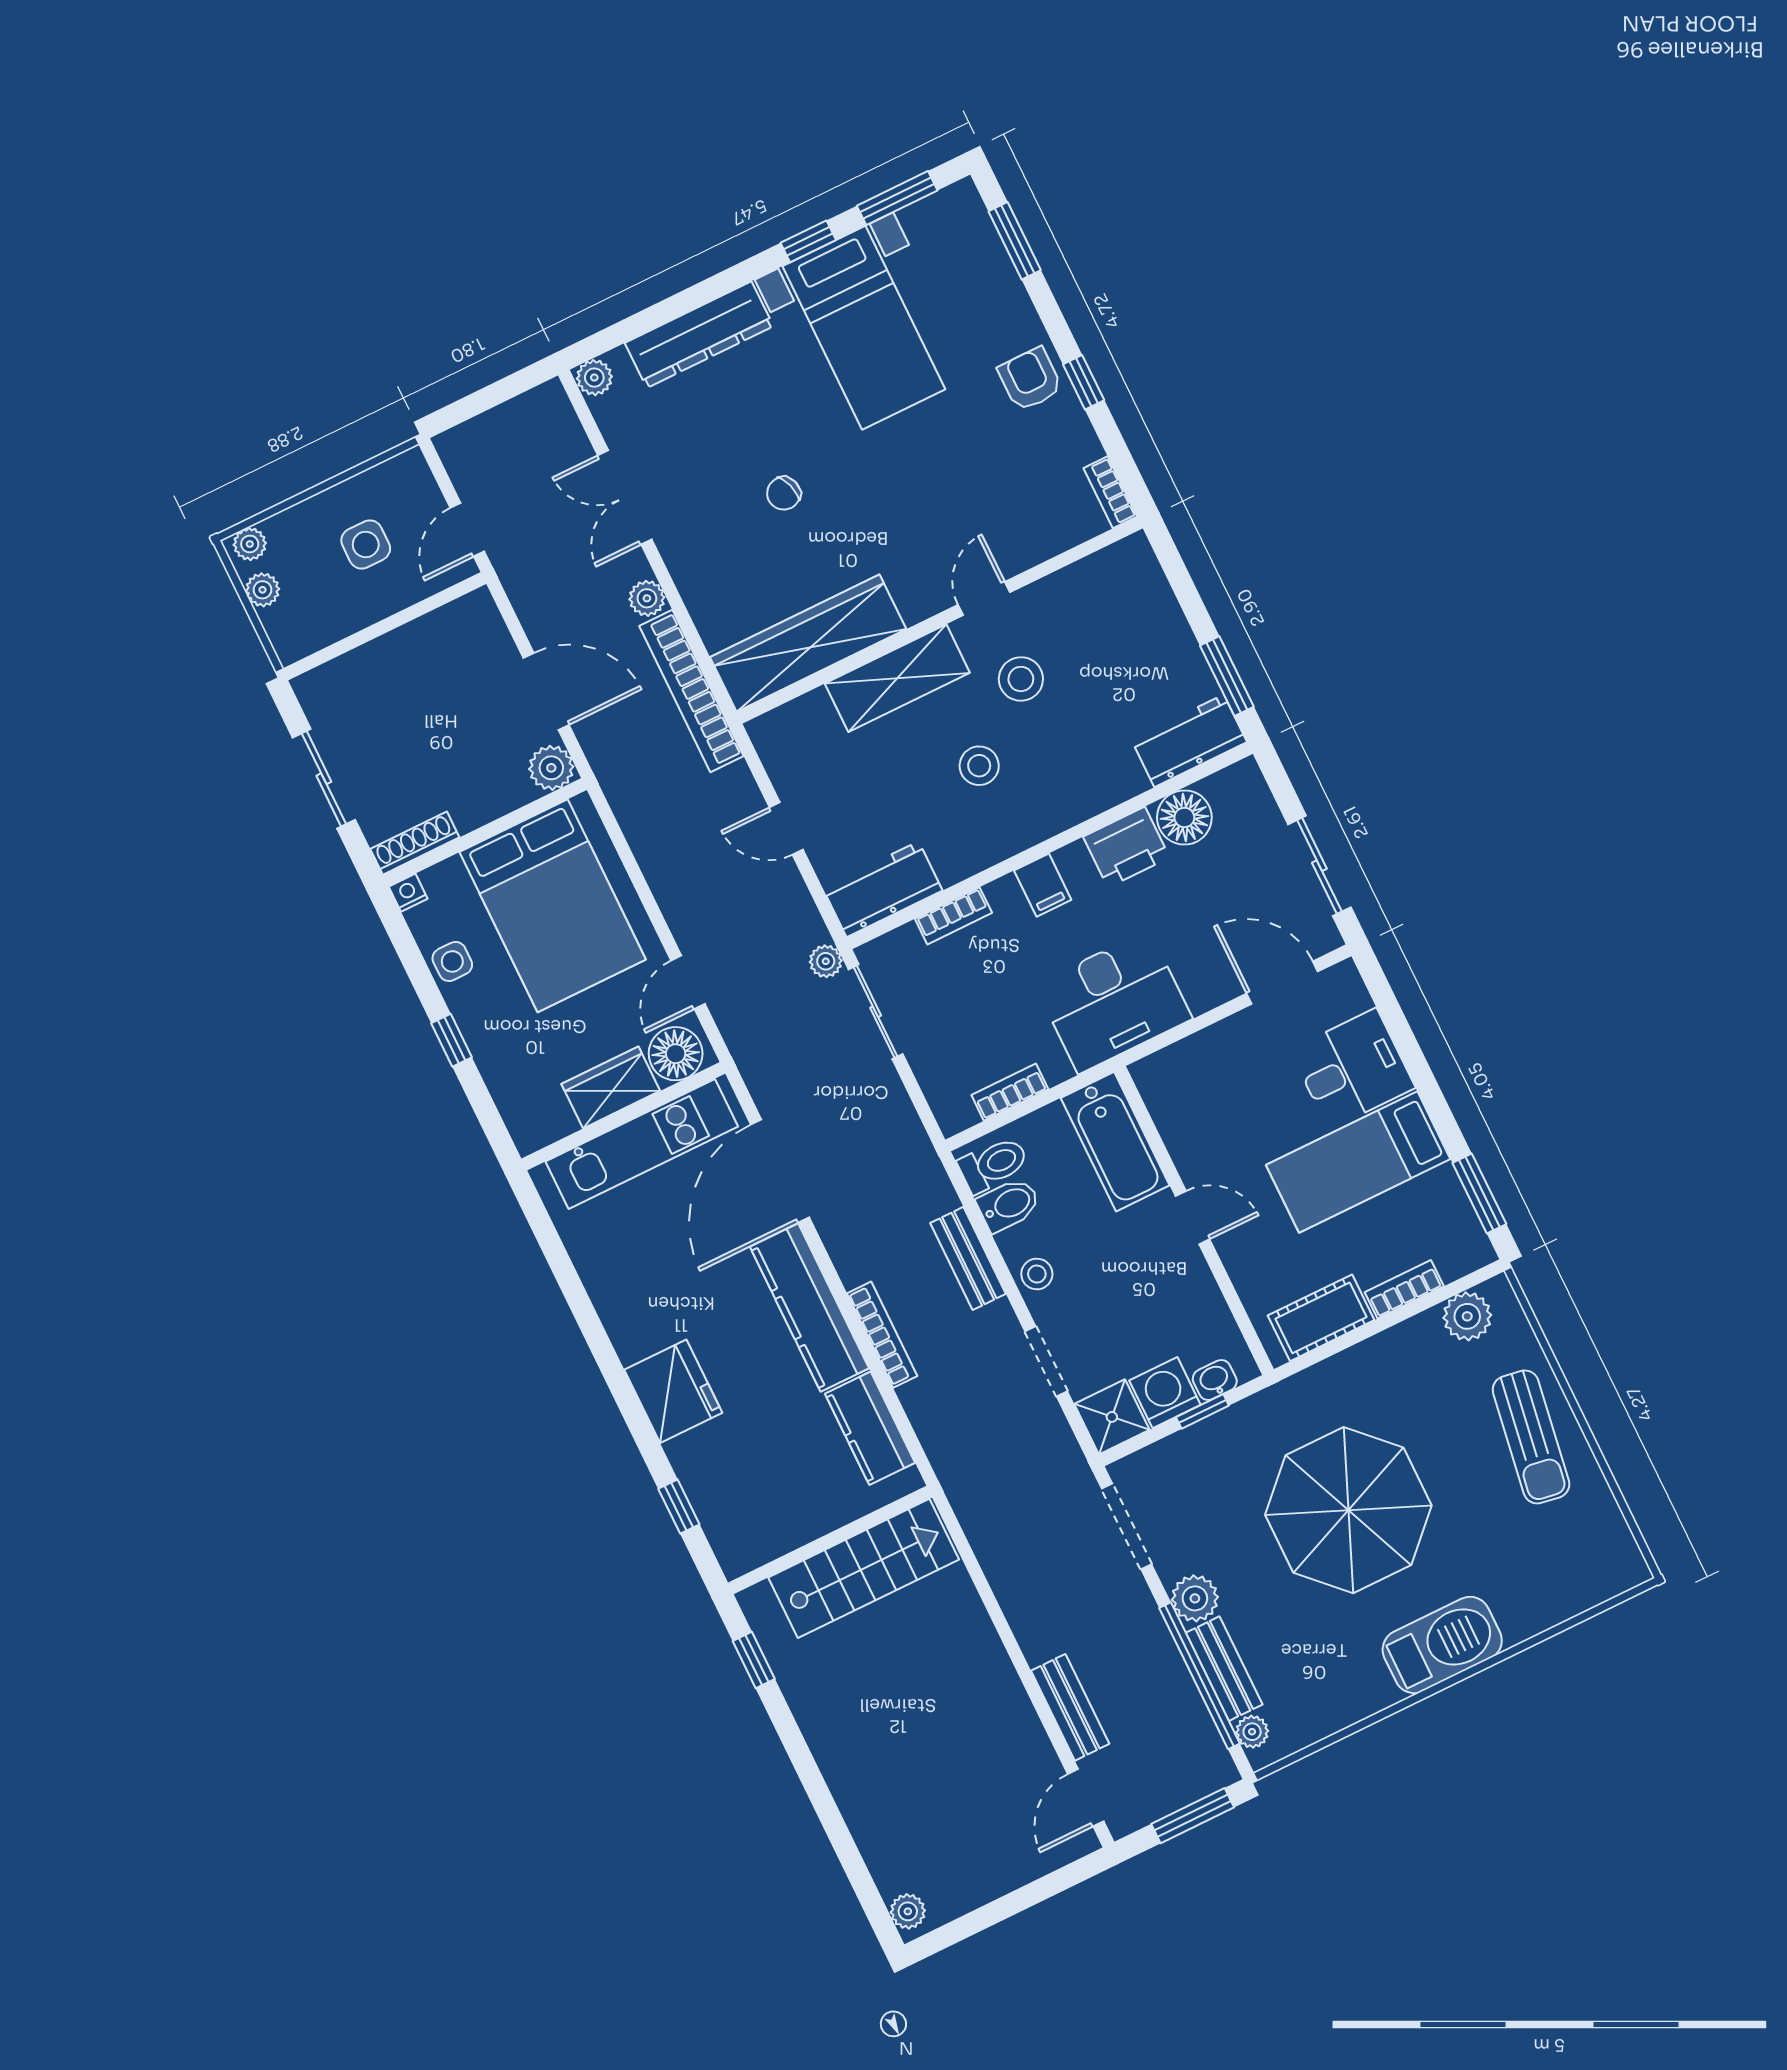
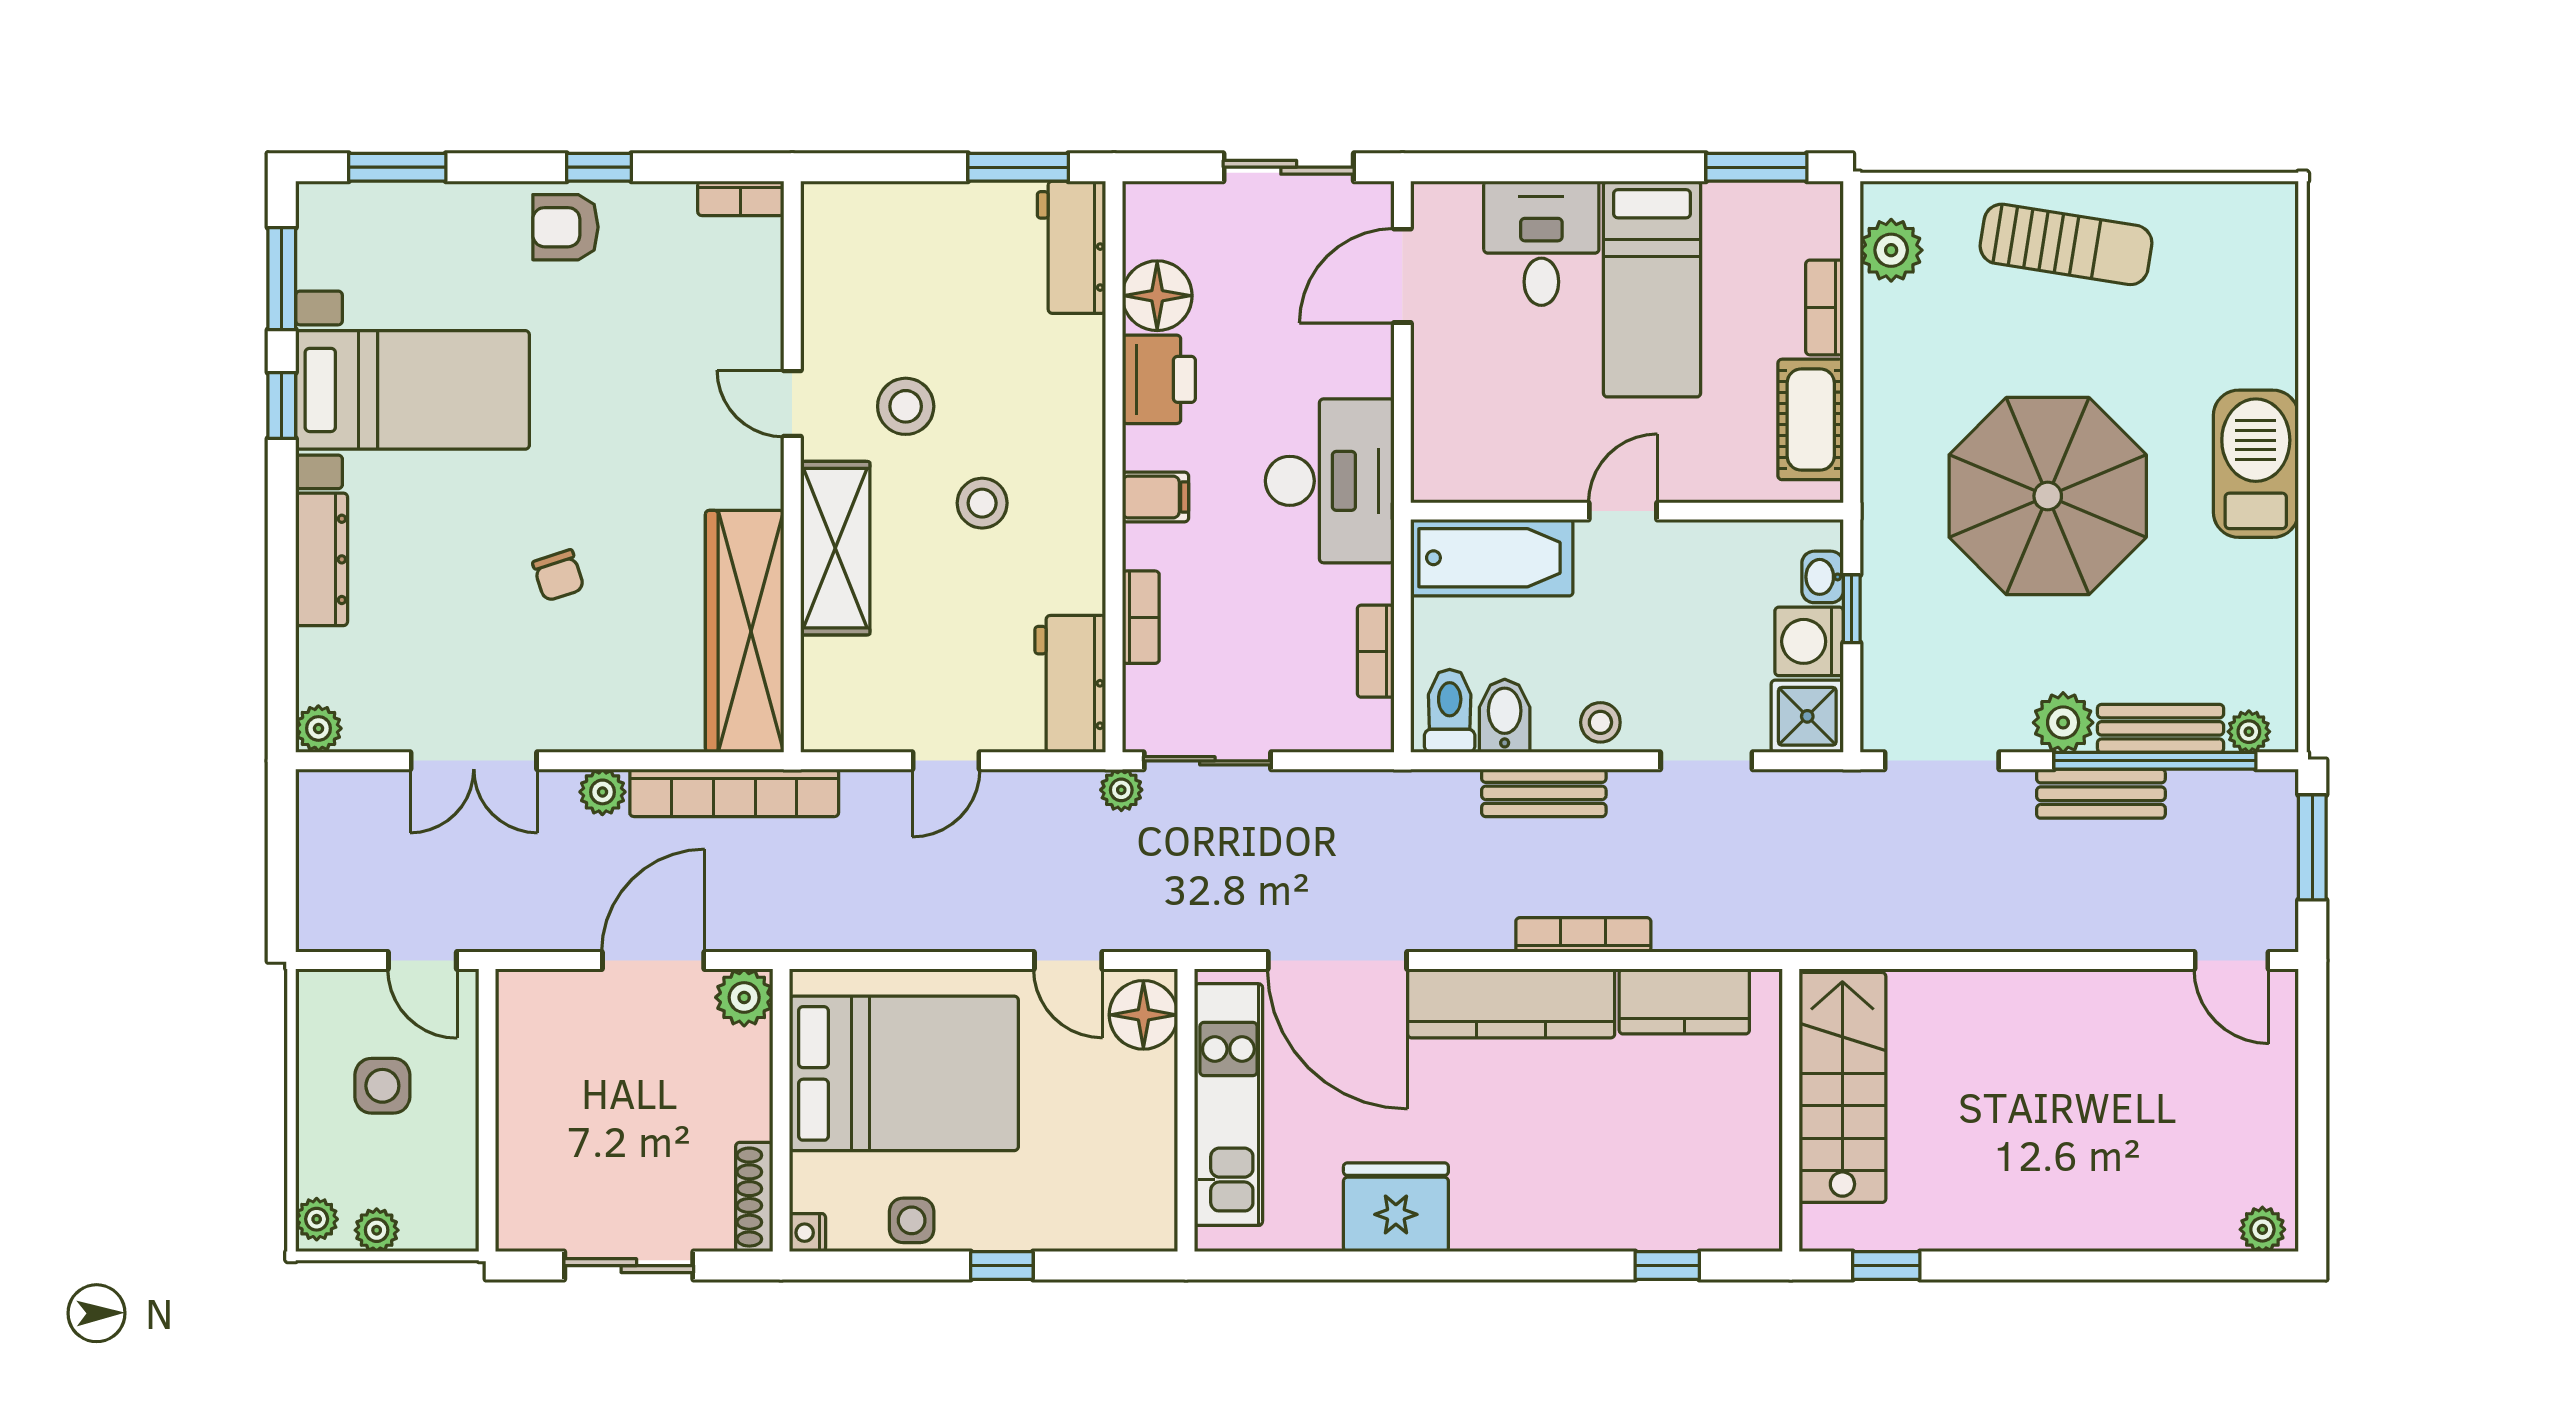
dresser: (699, 335) -> (322, 559), width x0.73, depth x0.80
wardrobe: (611, 1087) -> (1146, 1109), removed
fridge: (673, 1391) -> (1396, 1207), moved
bench: (1070, 1707) -> (2101, 794), moved

